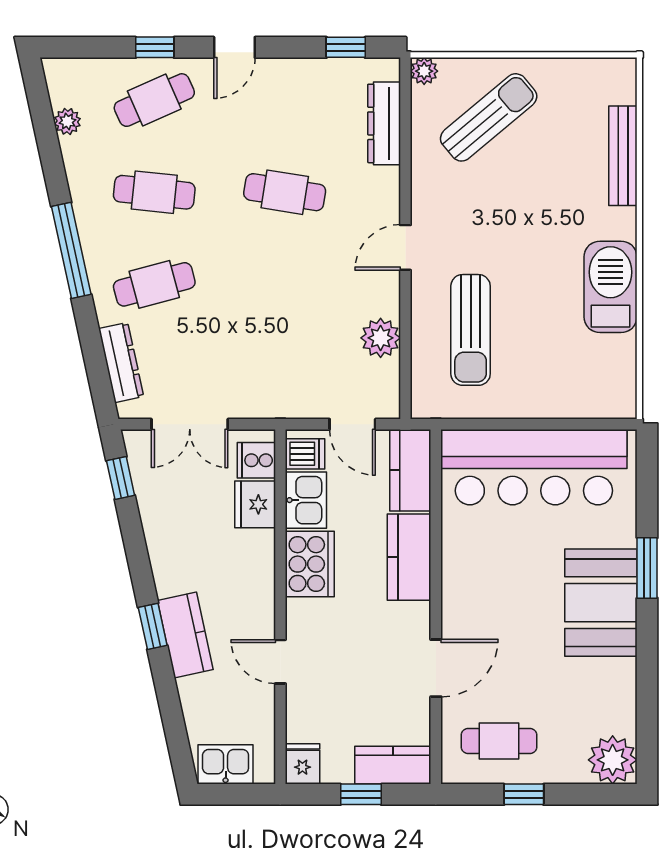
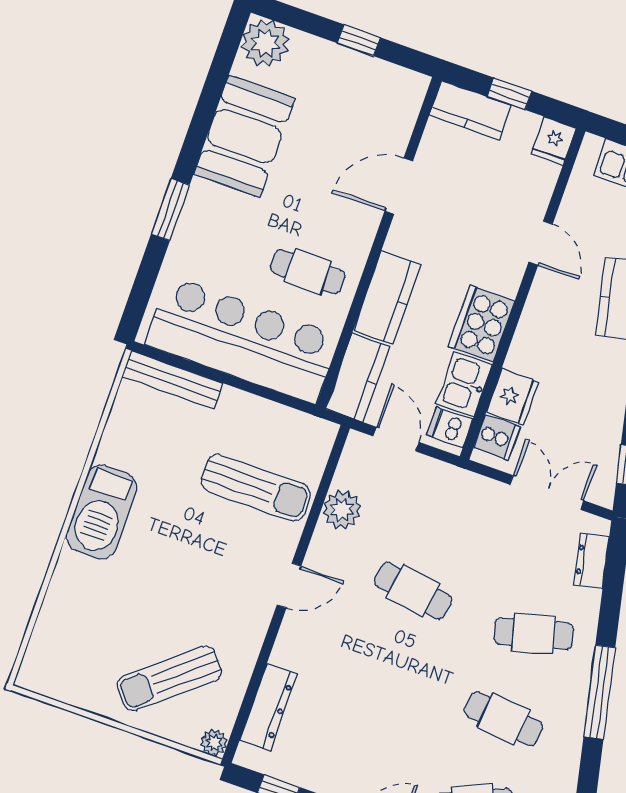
bench: (623, 156) -> (173, 380), moved, turned 90
cafe table: (285, 192) -> (413, 591), moved
barbecue: (611, 287) -> (101, 512), moved
sun lounger: (471, 330) -> (256, 488), turned 90
dresser: (121, 362) -> (591, 561), width x0.70
booth: (601, 603) -> (244, 136), moved
cafe table: (499, 741) -> (308, 272), moved

